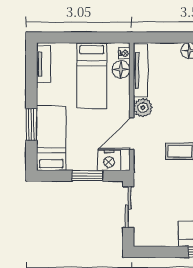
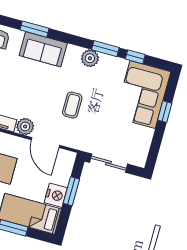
nightstand: (109, 160) -> (56, 195), moved

